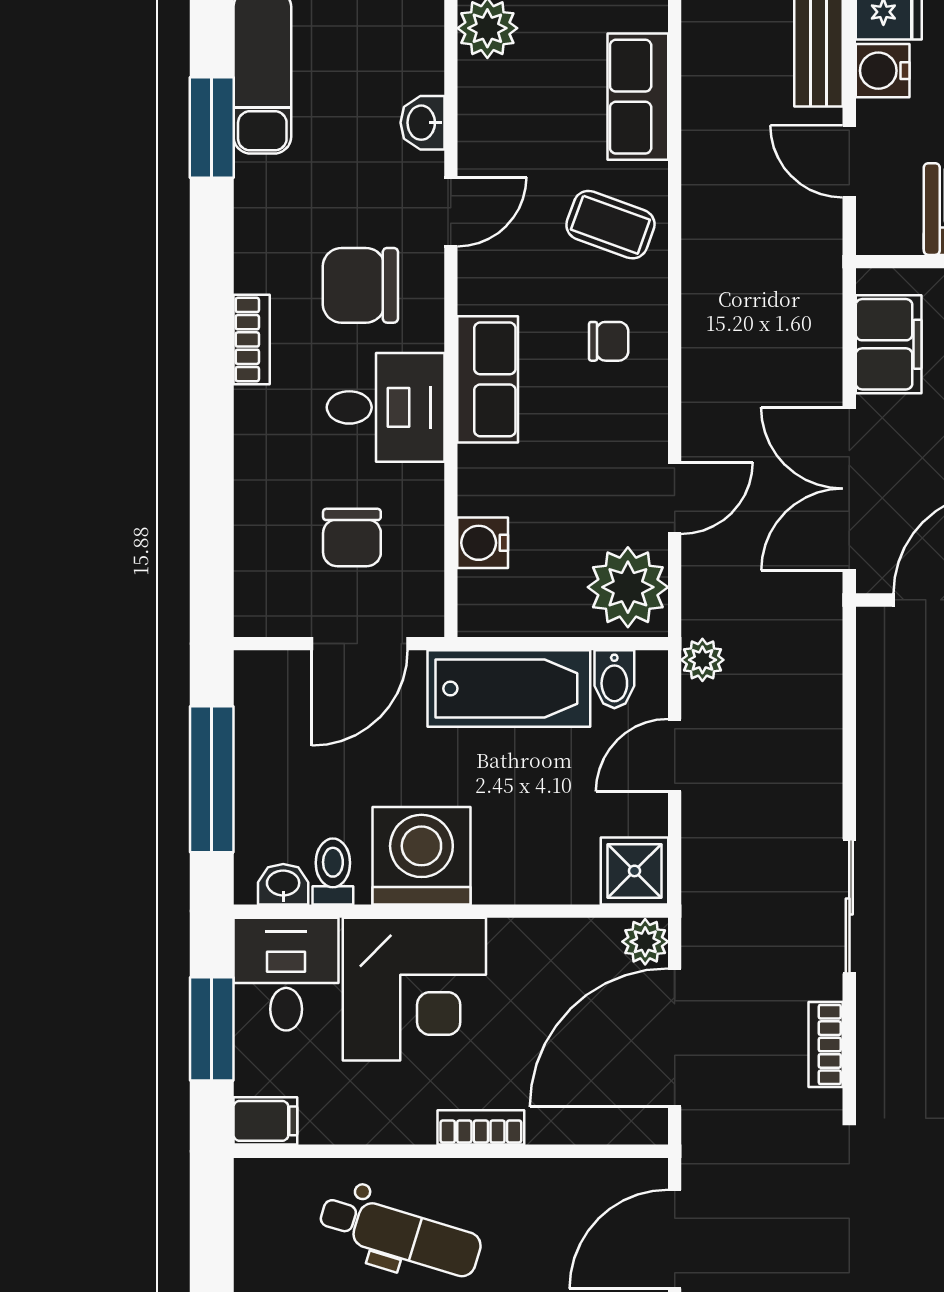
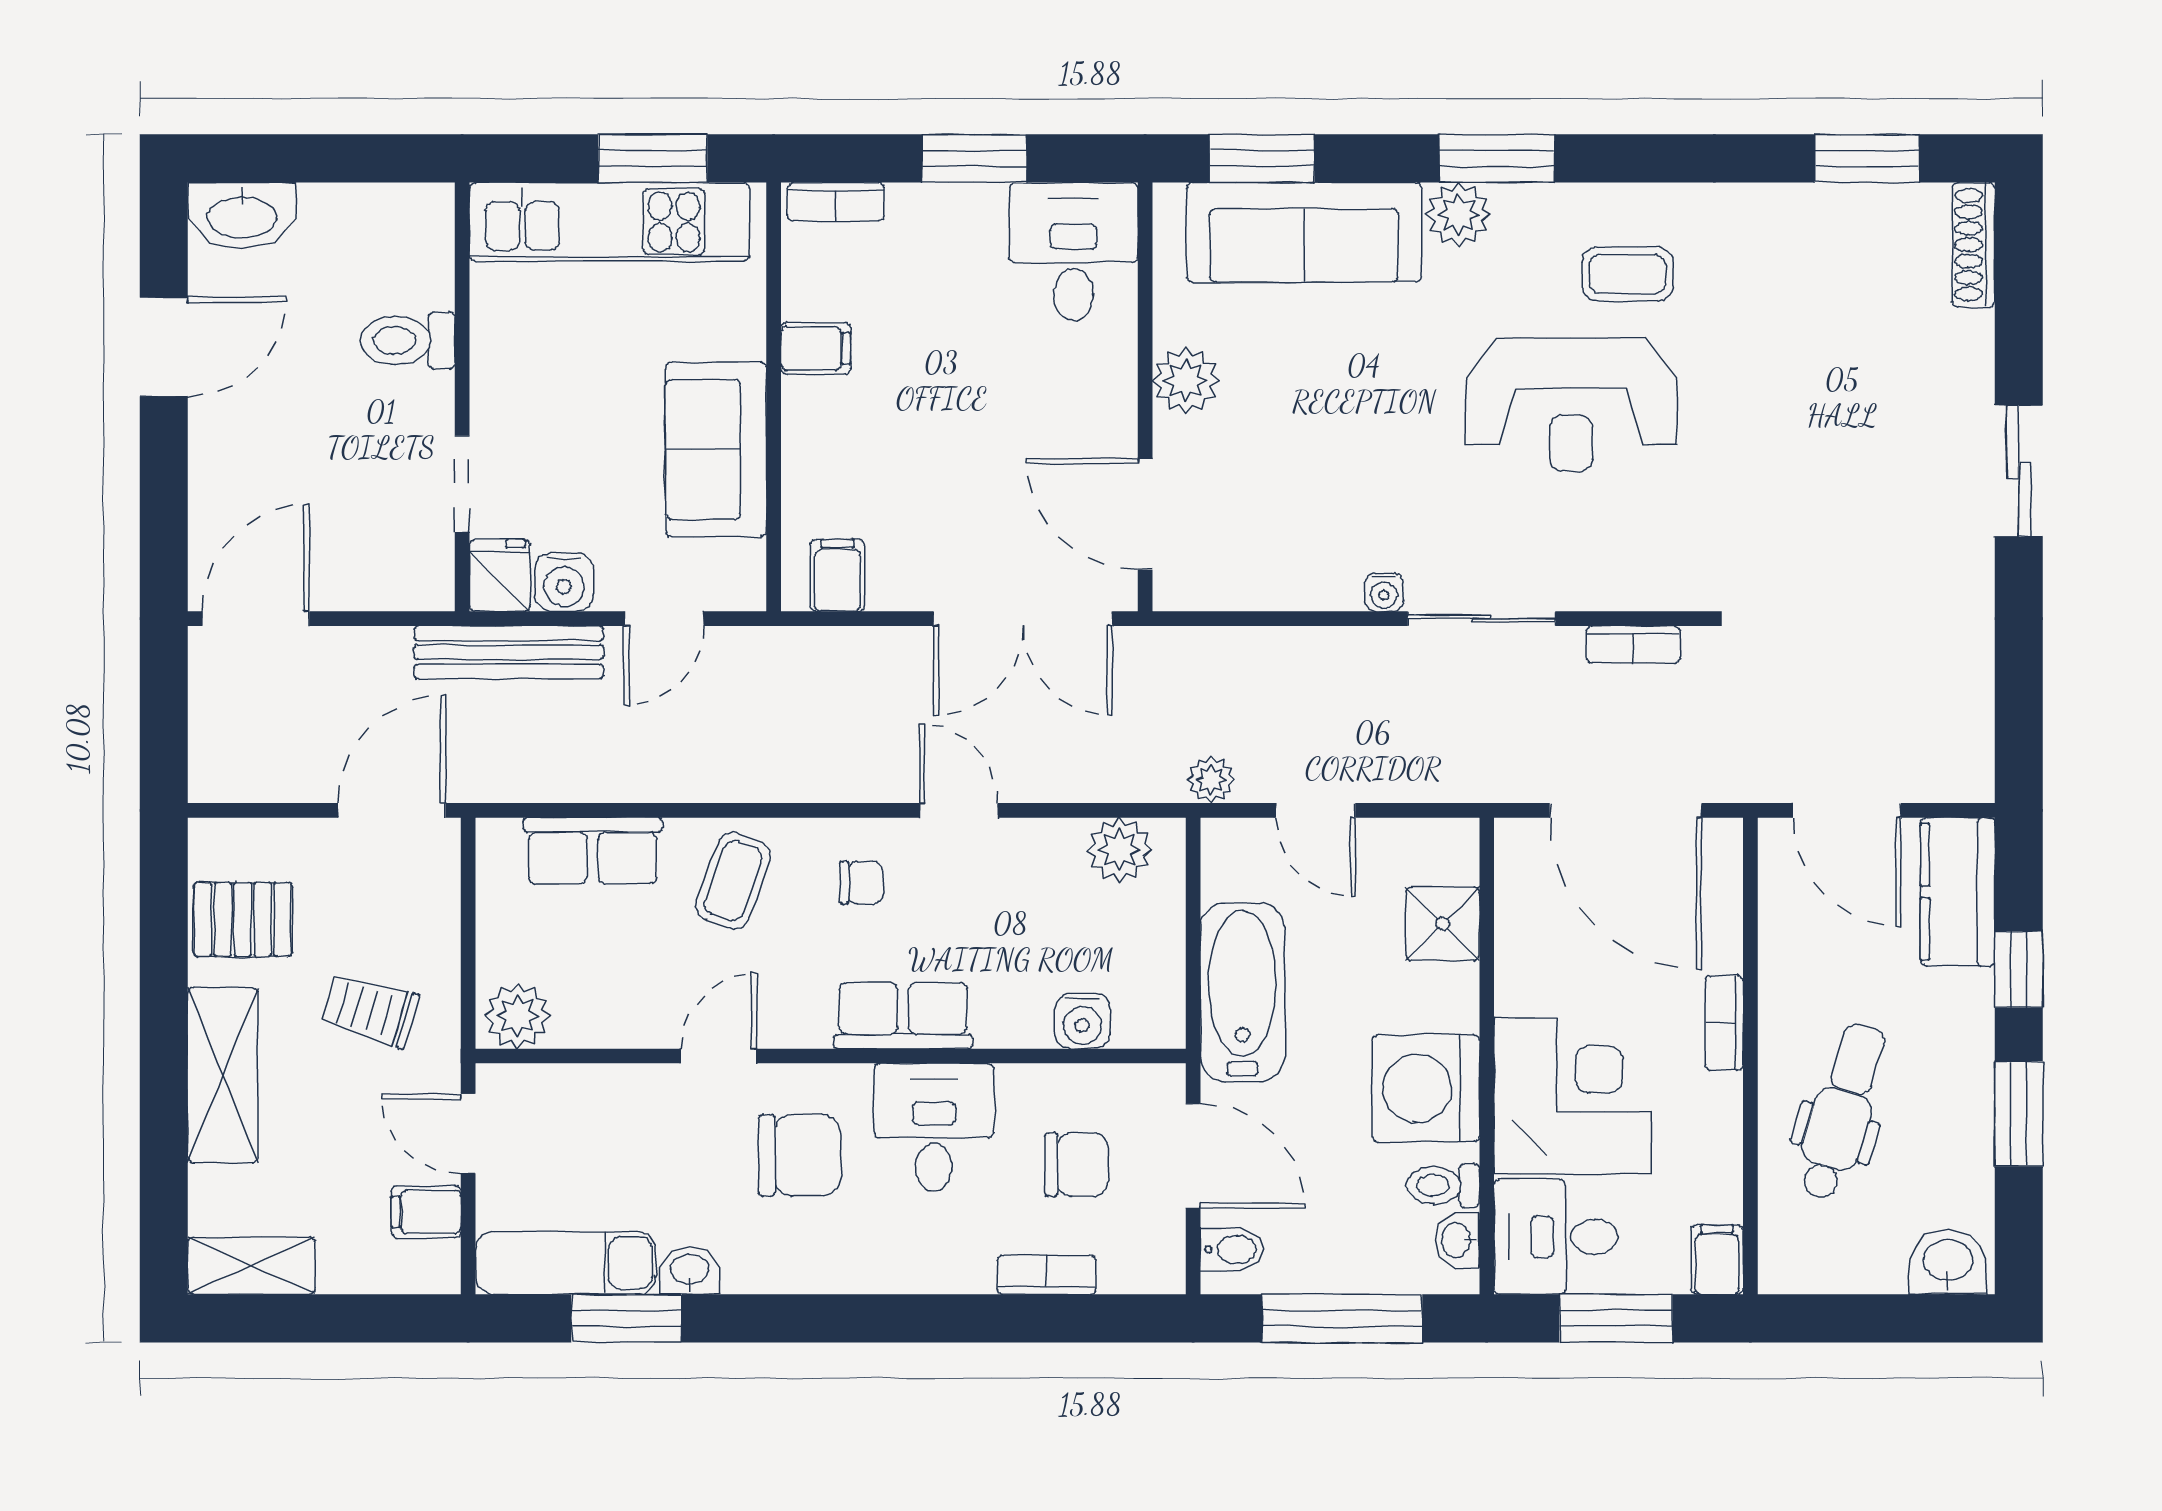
washbasin: (422, 123) -> (690, 1271), moved, turned 180
door: (451, 212) -> (719, 1056), hinge flipped
chair: (360, 285) -> (800, 1155), turned -90
bookcase: (252, 339) -> (1046, 1275), moved
chair: (609, 341) -> (861, 883), turned 90
filing cabinet: (889, 344) -> (837, 575), width x0.50
door: (675, 498) -> (959, 810), moved
plant: (628, 587) -> (1119, 850), width x0.73, depth x0.73
bidet: (614, 679) -> (1232, 1249), moved
water cooler: (873, 817) -> (1384, 592), added
shower: (634, 871) -> (1443, 924), moved
plant: (645, 942) -> (1520, 843), removed

